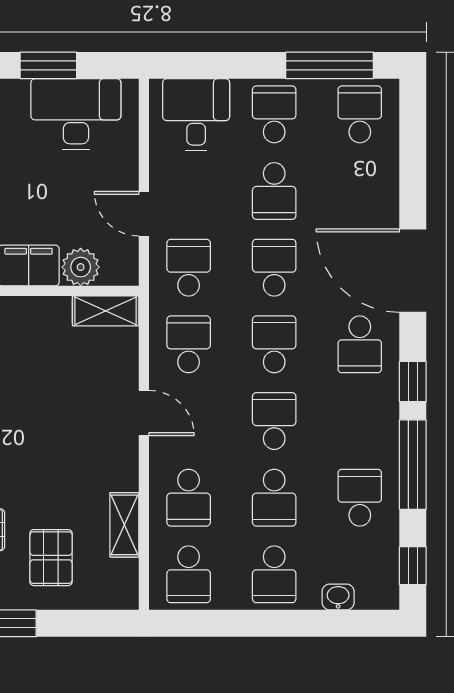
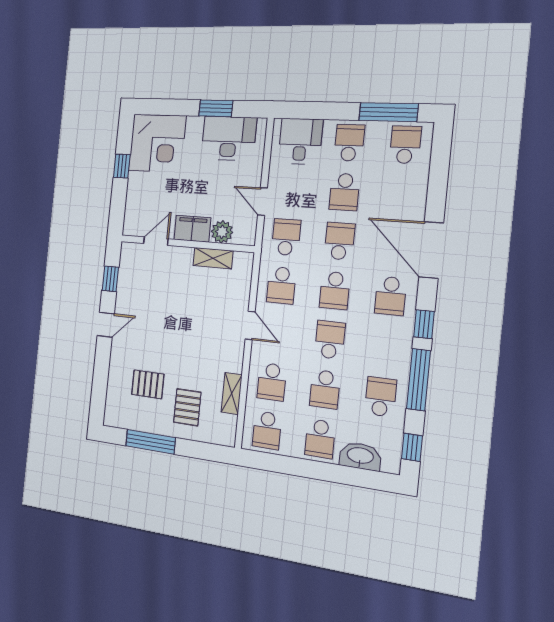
shelving: (106, 311) -> (213, 258), moved
school desk: (189, 344) -> (281, 285), turned 180
school desk: (274, 344) -> (335, 290), turned 180
washbasin: (338, 597) -> (360, 456), width x1.91, depth x1.45

